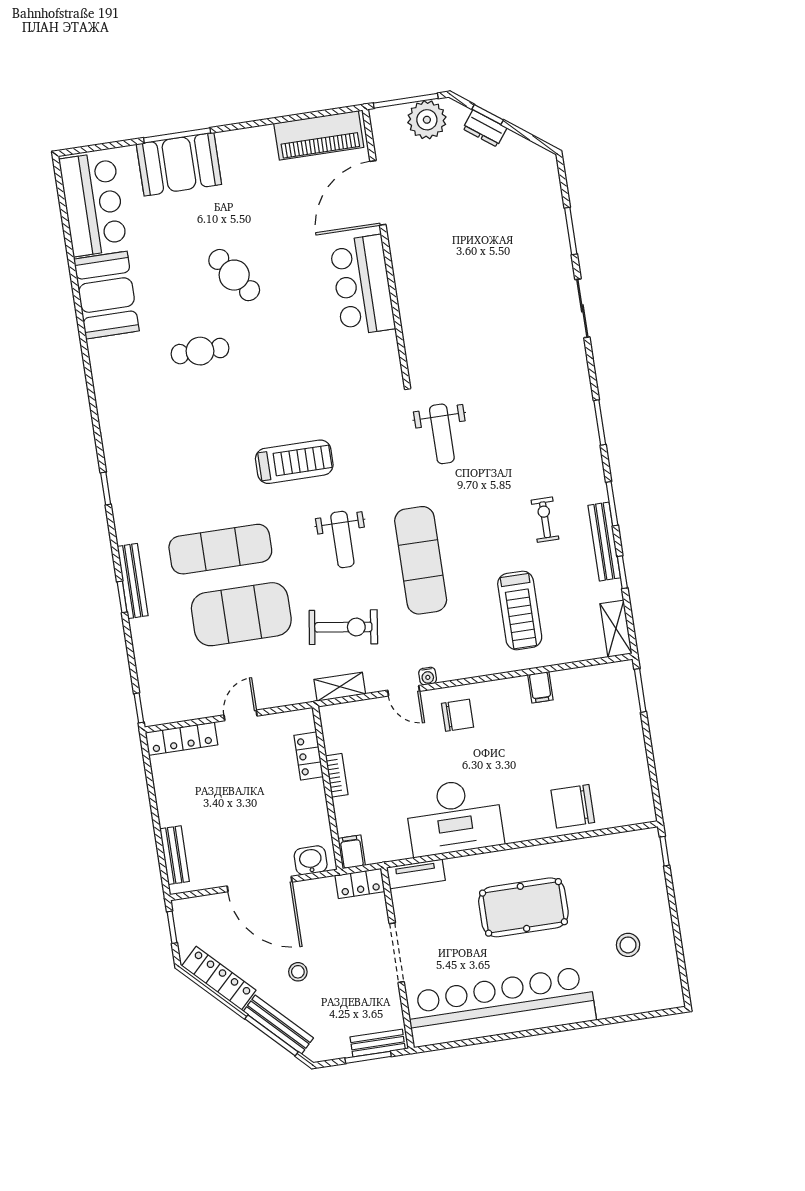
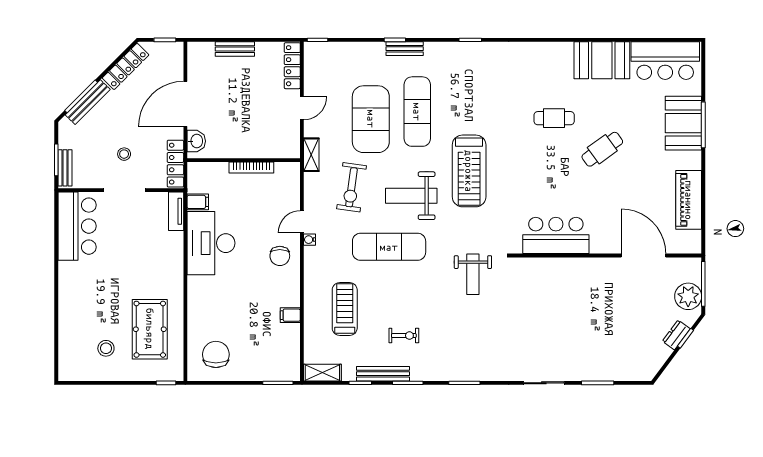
piano: (319, 135) -> (689, 200), moved
bar counter: (362, 285) -> (556, 235), moved
cafe table: (200, 351) -> (554, 118), turned 90
weight bench: (442, 434) -> (473, 274), turned -90
treadmill: (294, 462) -> (469, 171), width x1.37, depth x1.38
weight bench: (342, 539) -> (411, 196), width x1.36, depth x1.33
bench: (133, 581) -> (405, 49), width x0.73
treadmill: (520, 610) -> (345, 309), turned 90
shelving: (340, 687) -> (311, 155), moved
door: (241, 715) -> (302, 108), hinge flipped
locker: (309, 756) -> (267, 150), removed
bookcase: (337, 775) -> (251, 168), width x1.56
chair: (573, 806) -> (216, 354), moved
filing cabinet: (352, 852) -> (198, 202), moved
bench: (175, 855) -> (235, 49), moved
locker: (360, 883) -> (175, 164), width x1.53
pool table: (523, 907) -> (150, 329), moved
stool: (298, 972) -> (124, 154), moved
bar counter: (501, 1007) -> (77, 226), width x0.54

